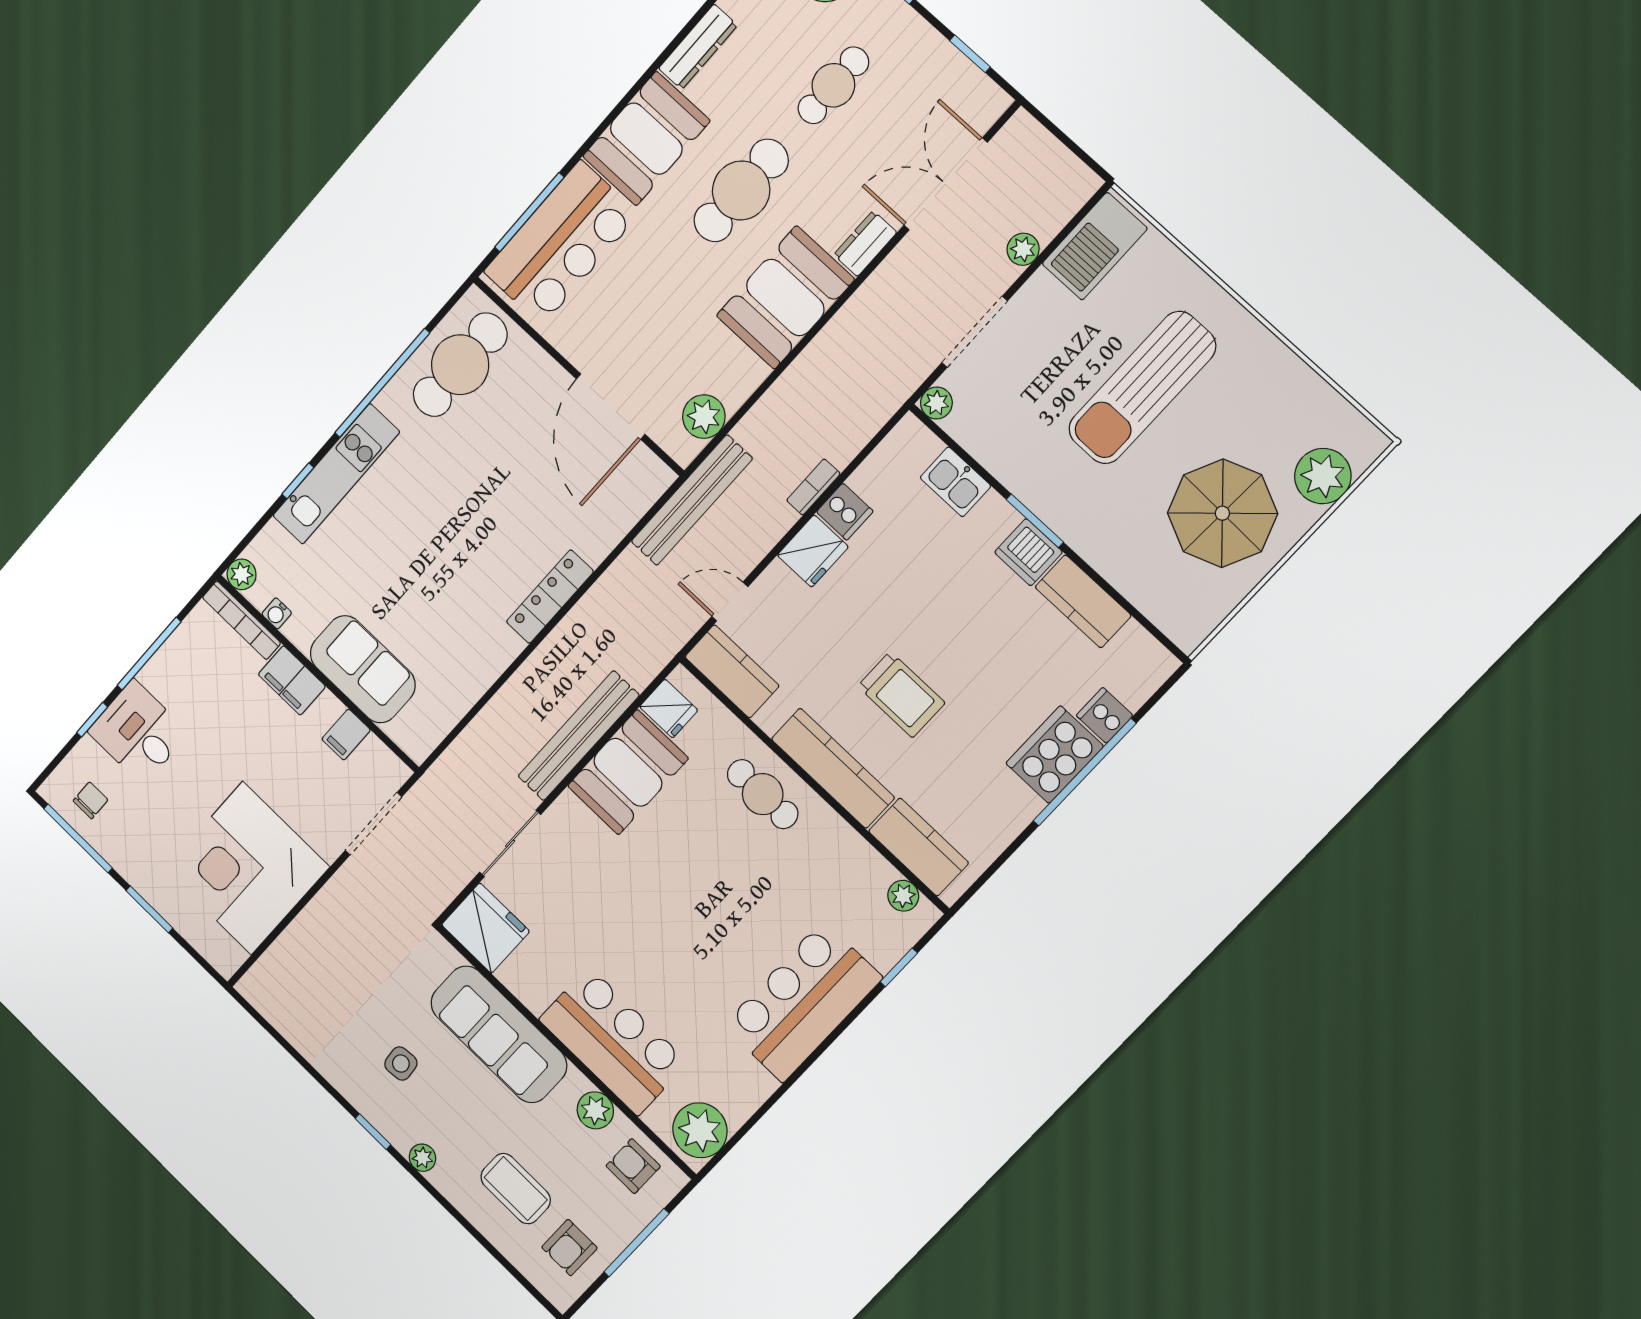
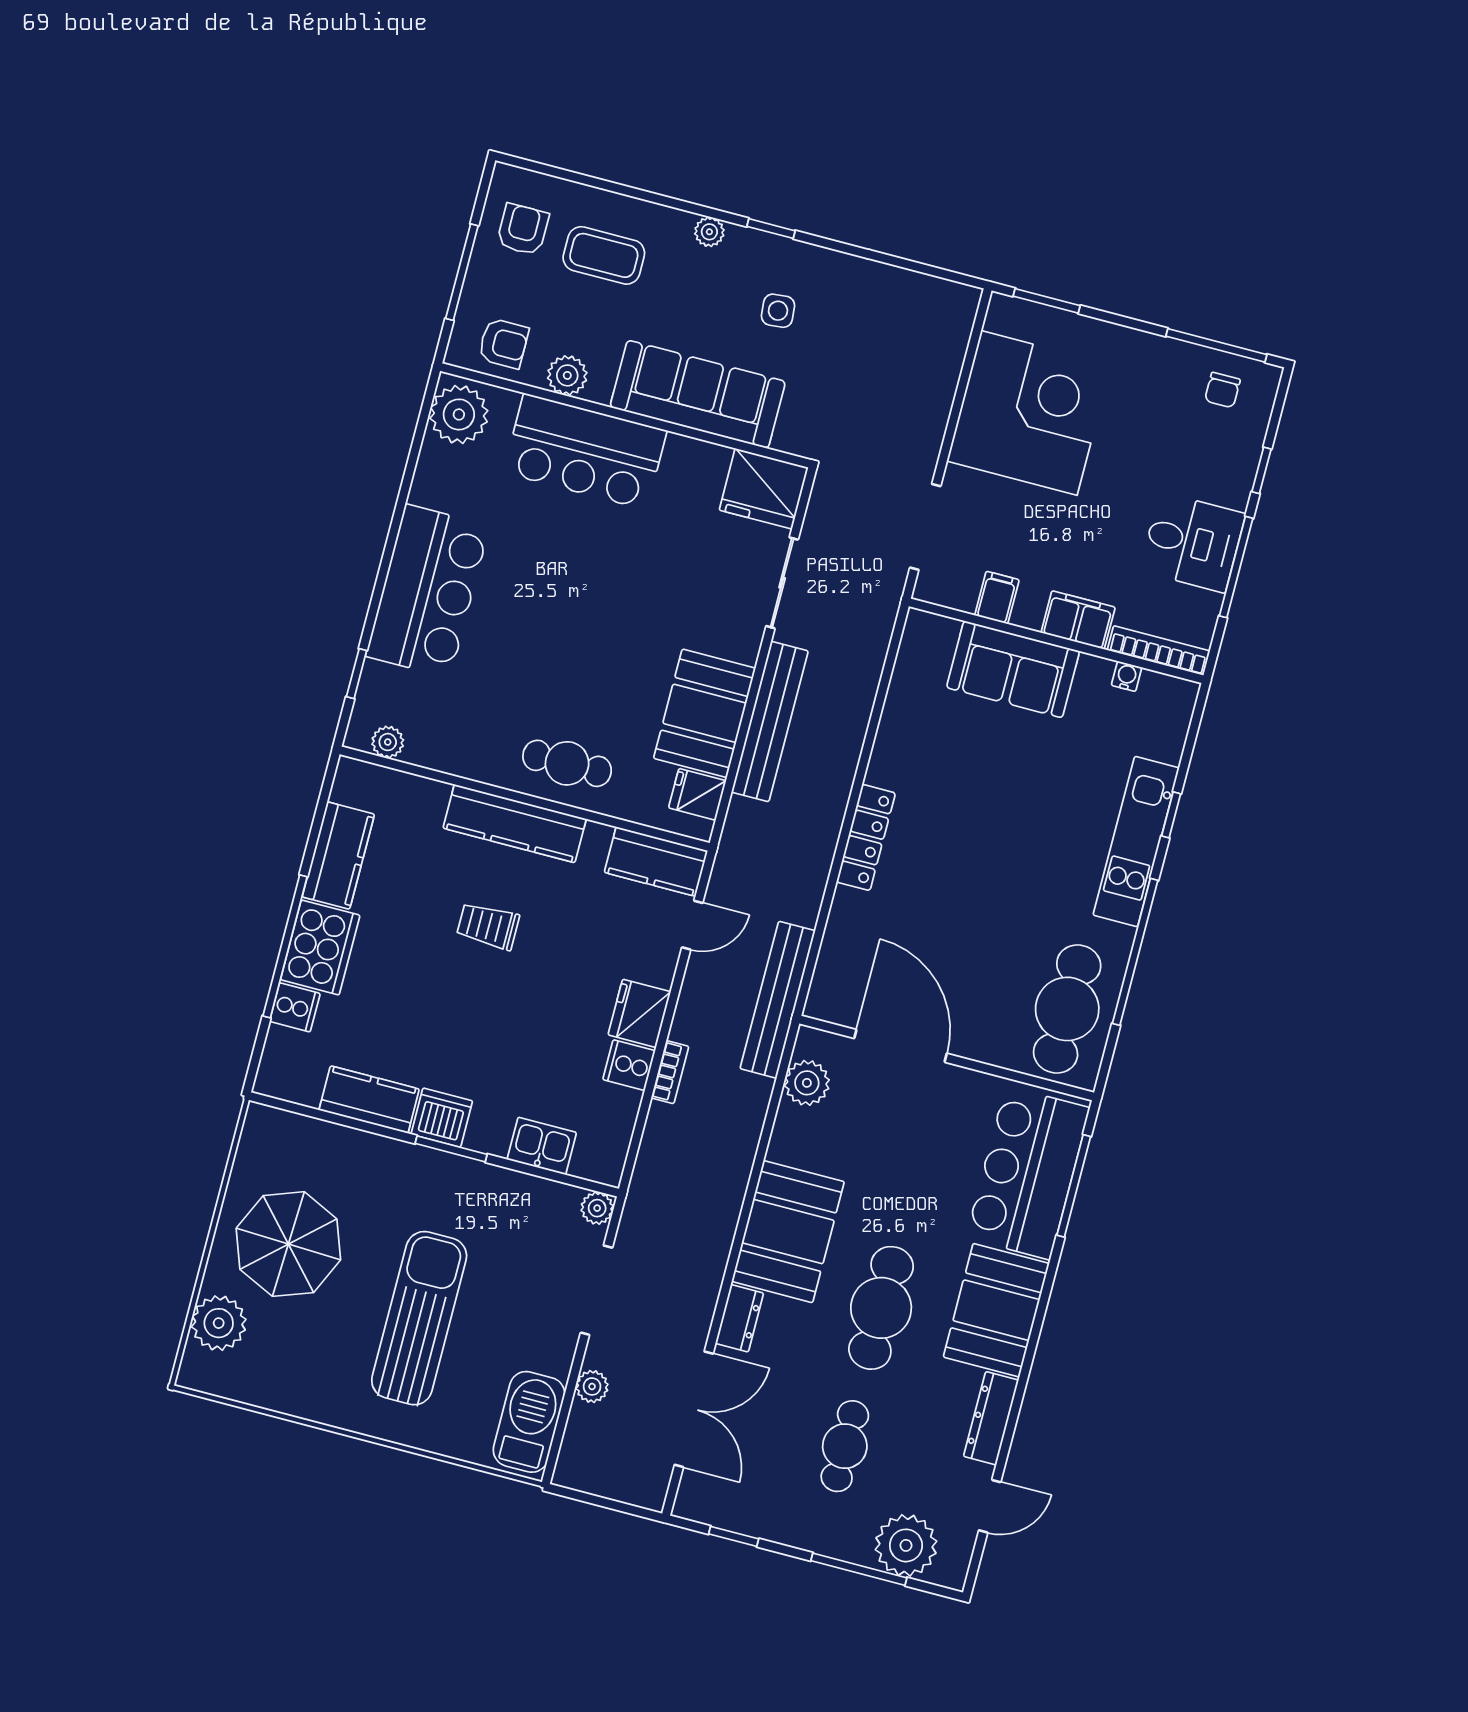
plant: (242, 574) -> (1181, 695), removed
trolley: (901, 694) -> (488, 926), width x0.73, depth x0.72
desk: (138, 732) -> (1193, 542), moved
kitchen counter: (919, 847) -> (338, 855), moved, turned -90
window: (149, 909) -> (1047, 301), moved

